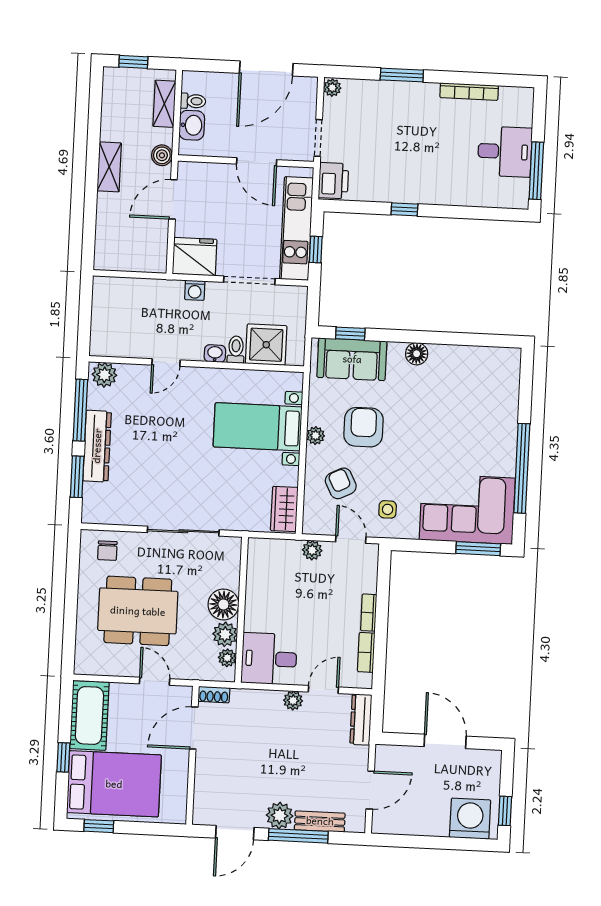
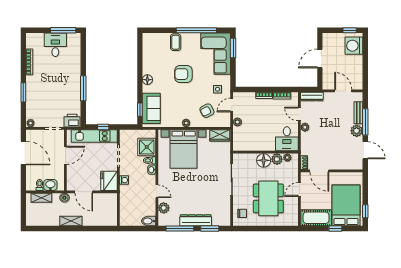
window: (133, 62) -> (23, 212), removed
window: (404, 209) -> (83, 88), width x2.17
bidet: (101, 341) -> (149, 221), added
plant: (104, 375) -> (164, 208), moved
coffee table: (497, 421) -> (176, 42), added
bed with nightstands: (258, 427) -> (184, 149), width x1.36
armchair: (364, 427) -> (183, 74), moved

